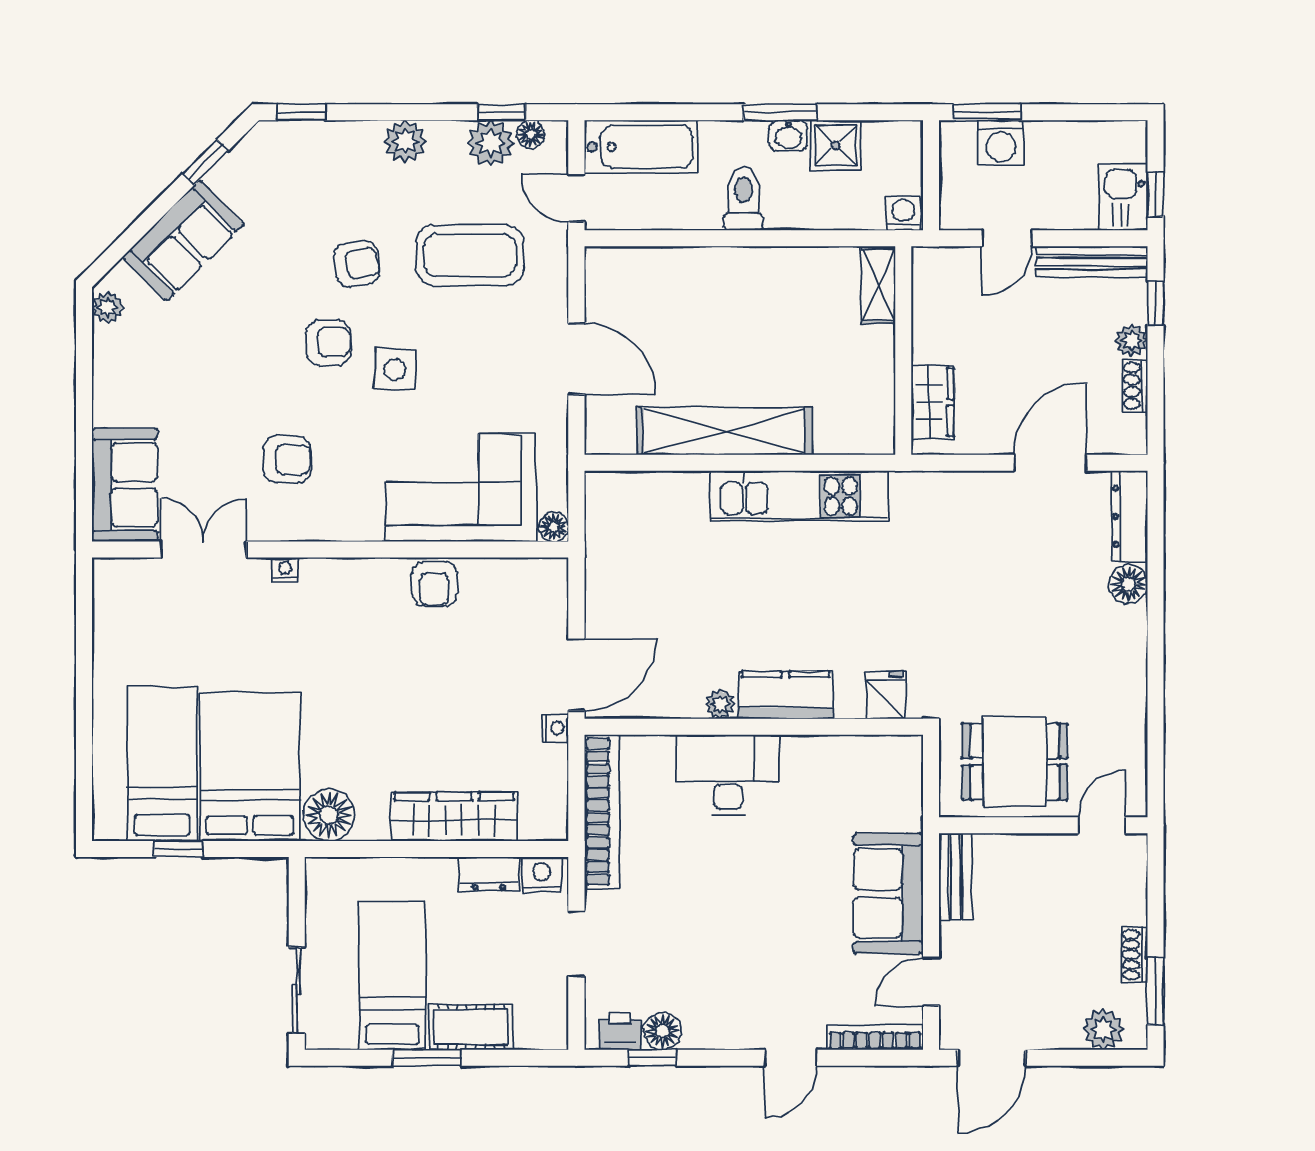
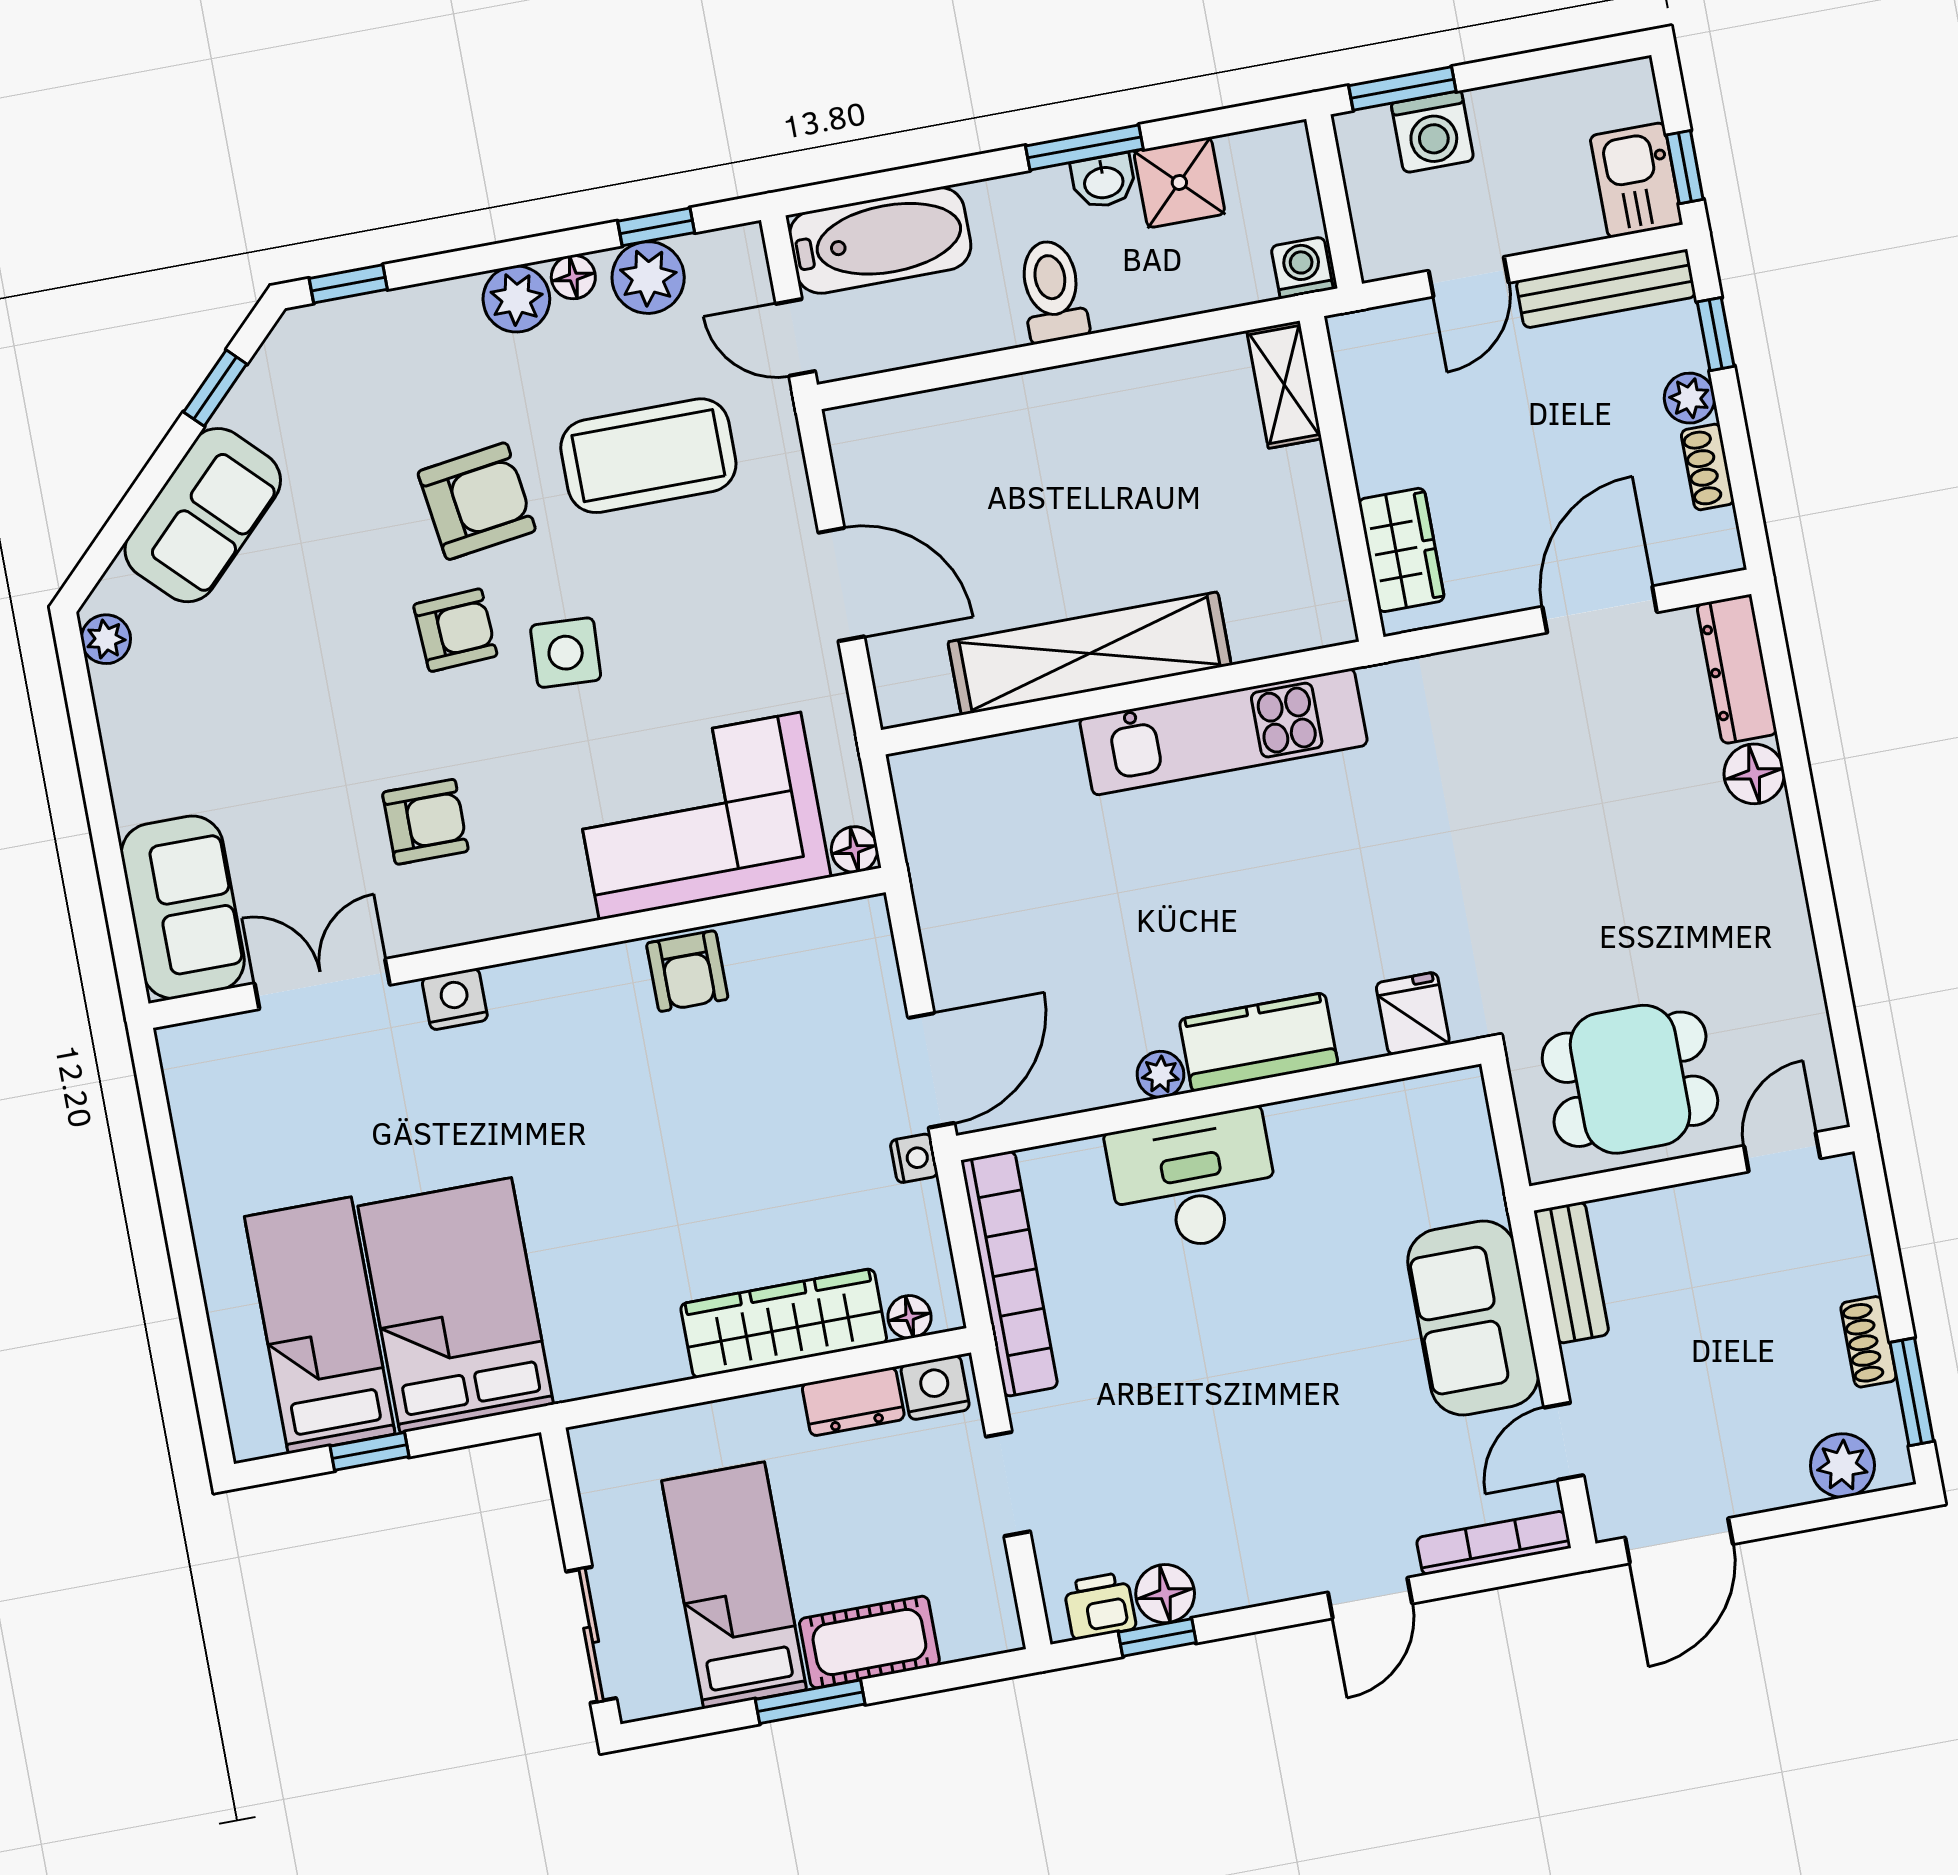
floor lamp: (531, 134) -> (573, 277), moved
armchair: (357, 264) -> (477, 501), width x1.38, depth x1.38
nightstand: (285, 570) -> (455, 999), width x1.39, depth x1.35
floor lamp: (329, 815) -> (909, 1317), moved, width x0.53, depth x0.53

